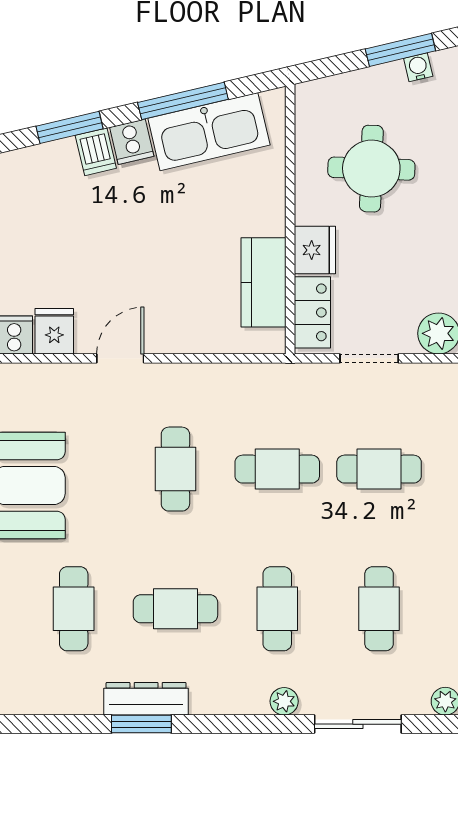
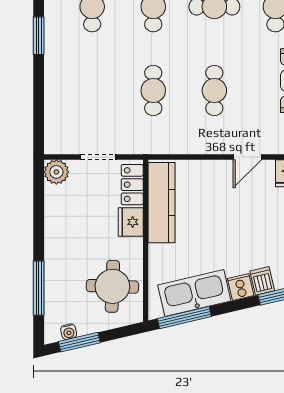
window: (183, 101) -> (184, 318), moved
round table: (371, 169) -> (112, 286), moved
kitchen counter: (263, 282) -> (162, 203), width x1.50
cafe table: (277, 469) -> (153, 91), turned 90
cafe table: (379, 469) -> (92, 91), removed

